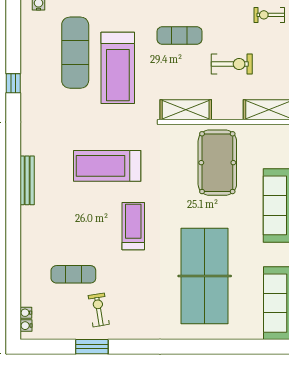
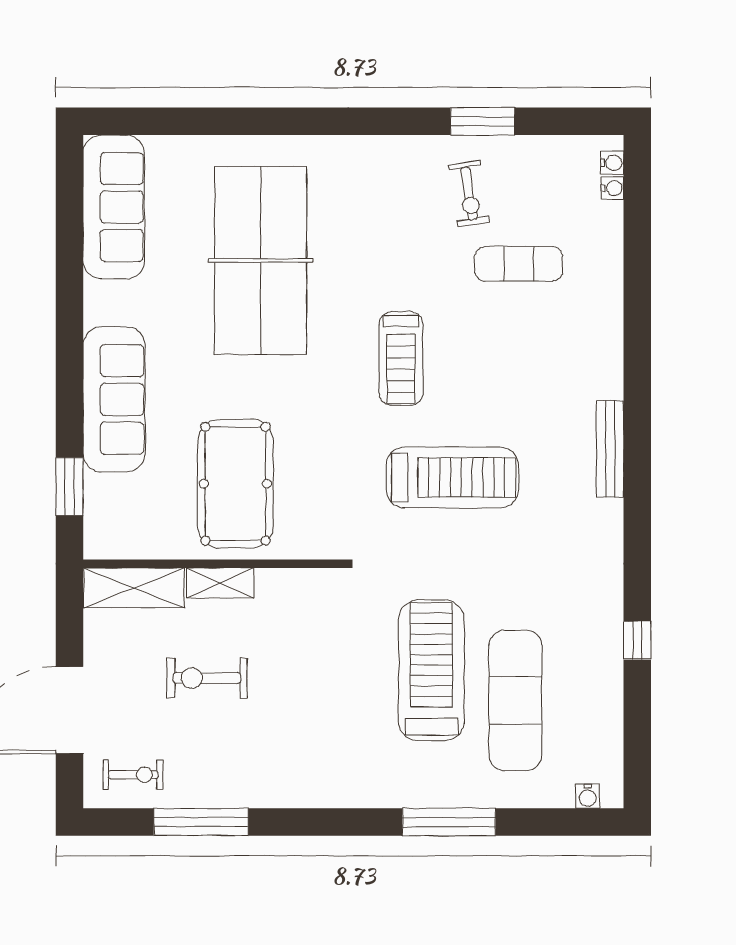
exercise mat: (179, 35) -> (310, 734), removed
shelving: (186, 110) -> (220, 583), moved, width x0.67, depth x0.75

